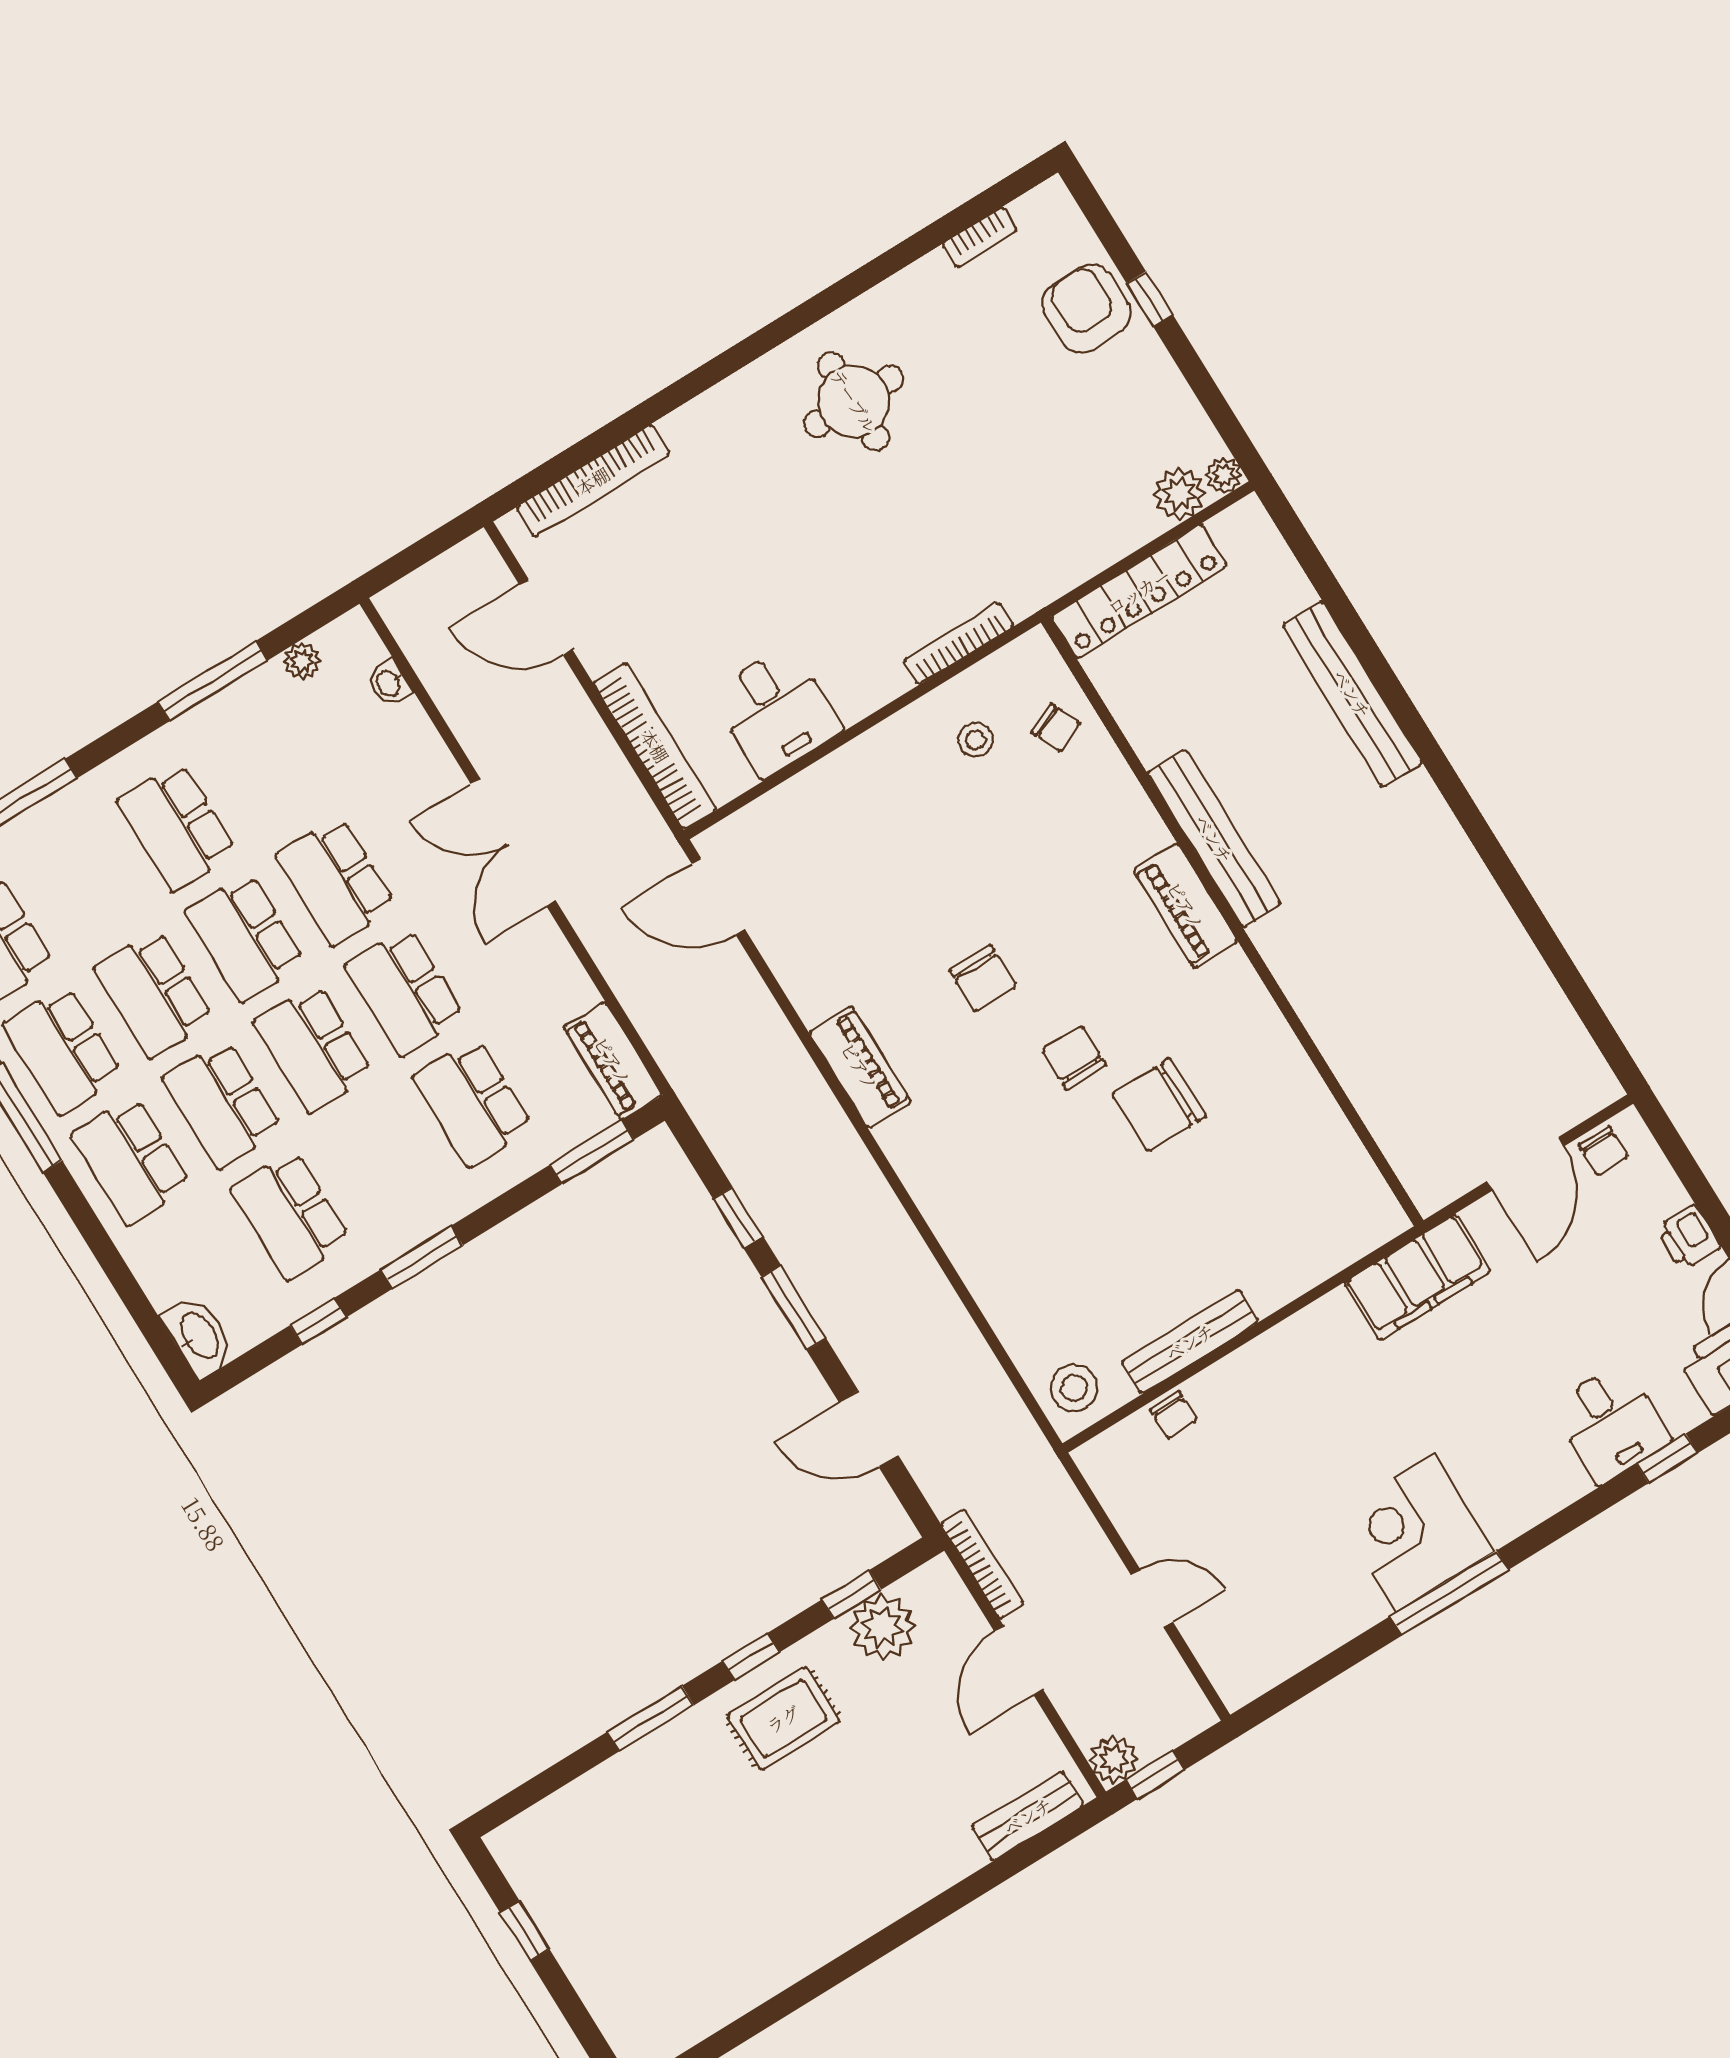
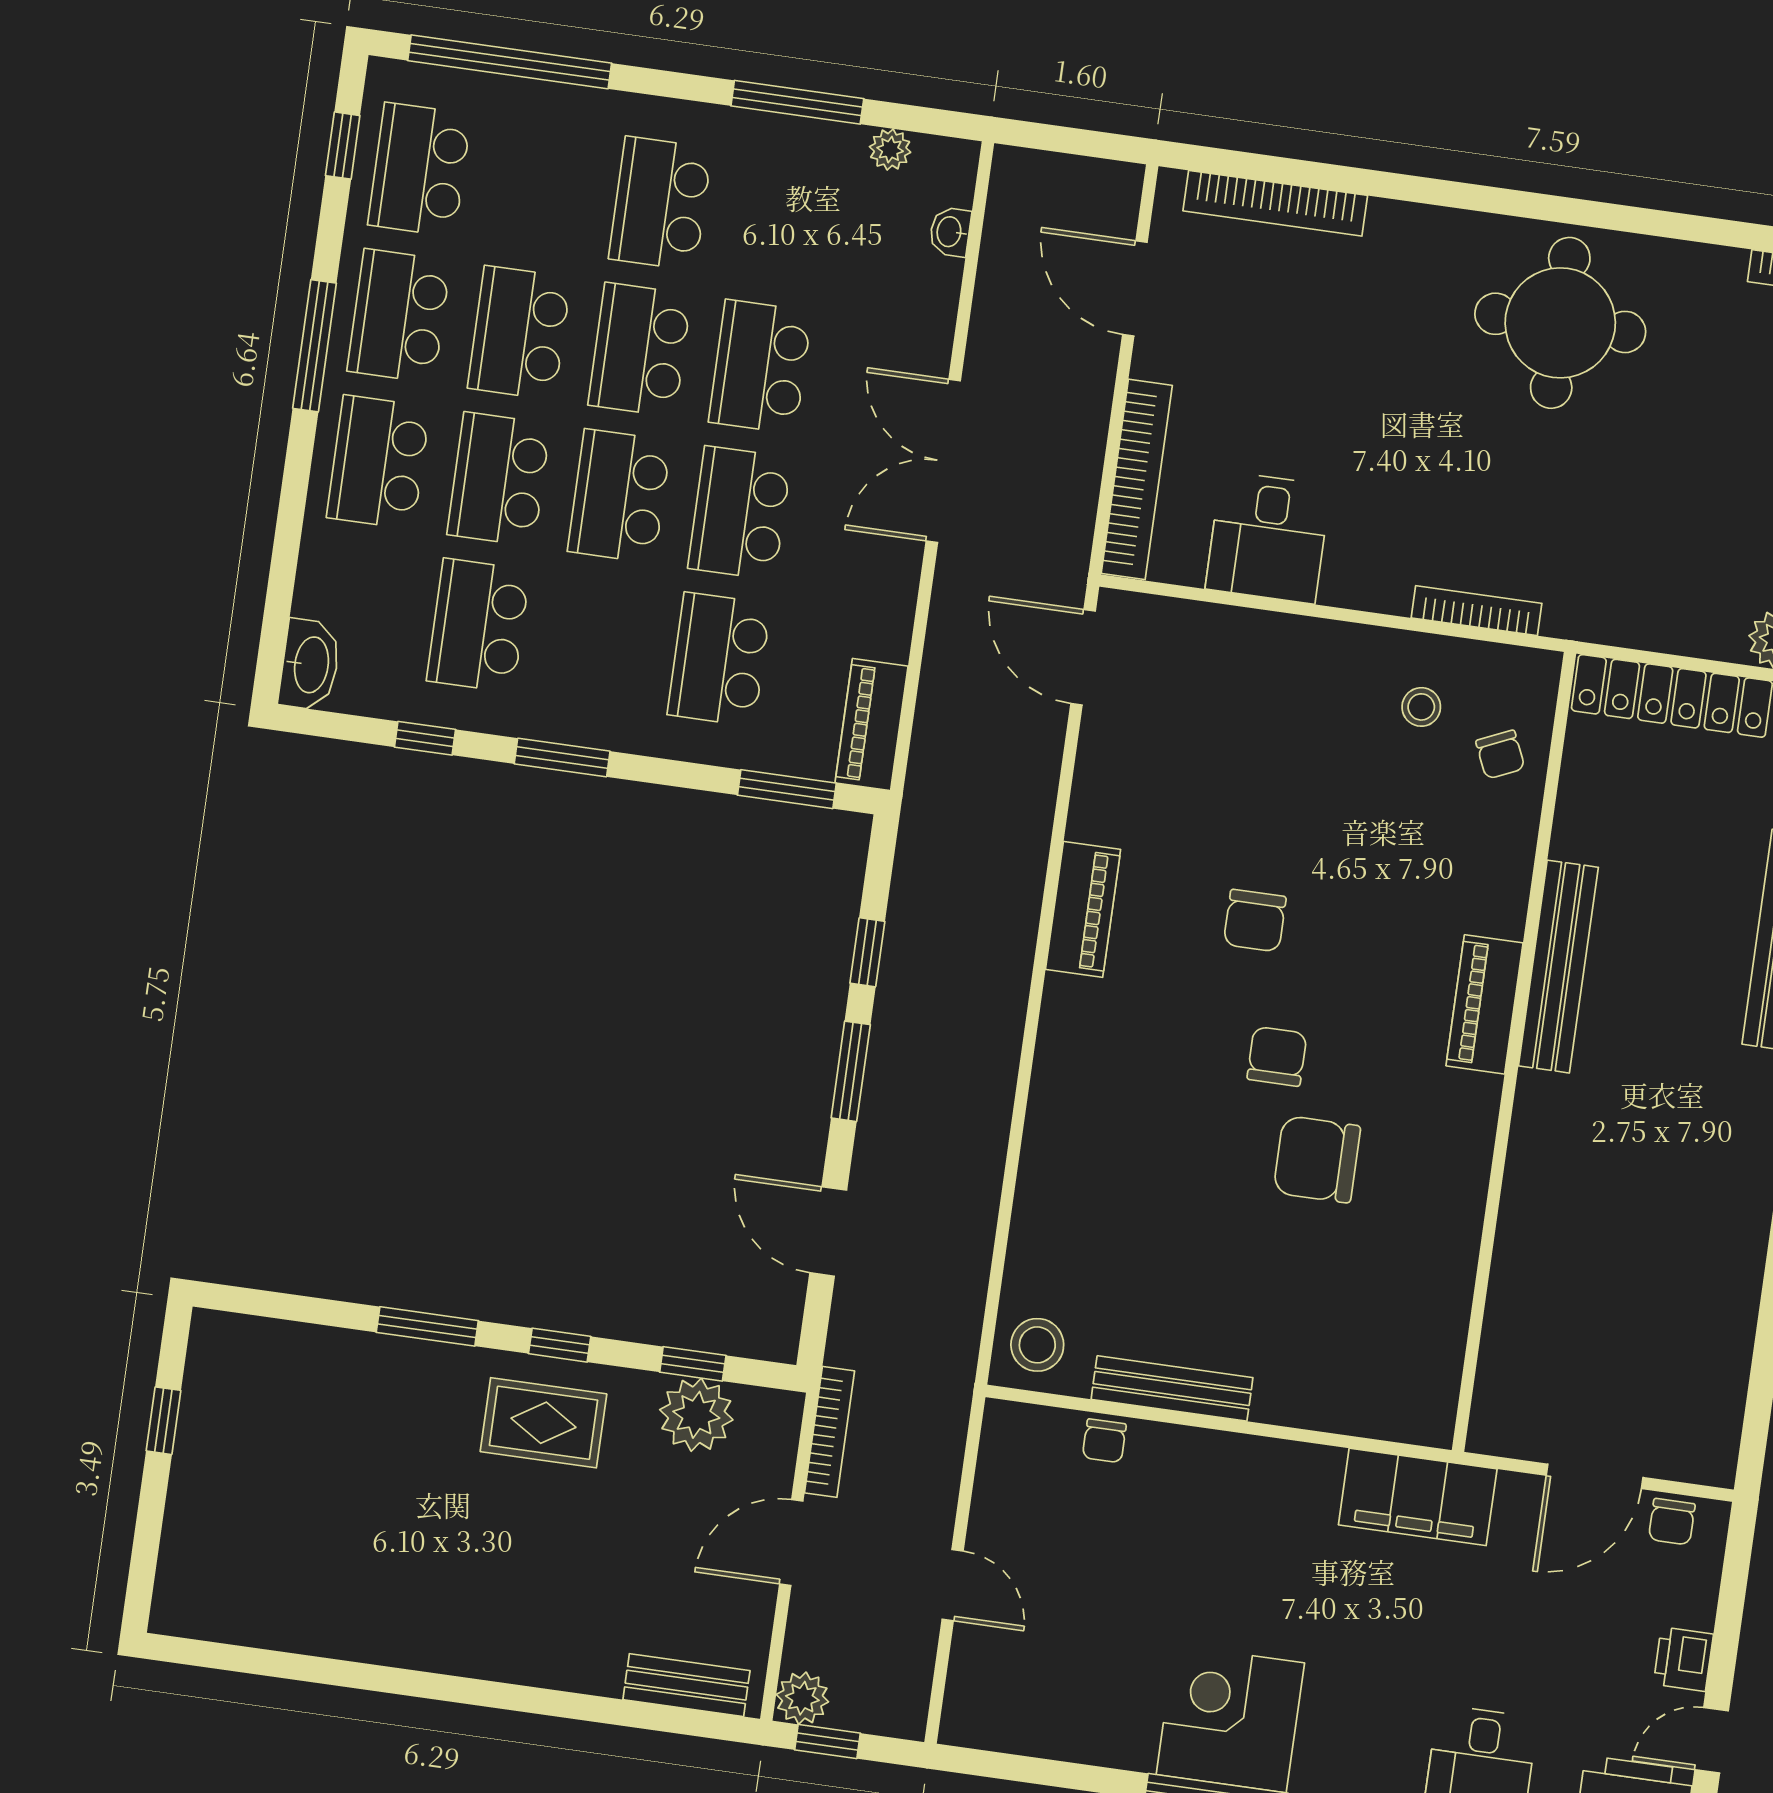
round table: (854, 401) -> (1560, 323), width x1.36, depth x1.36

